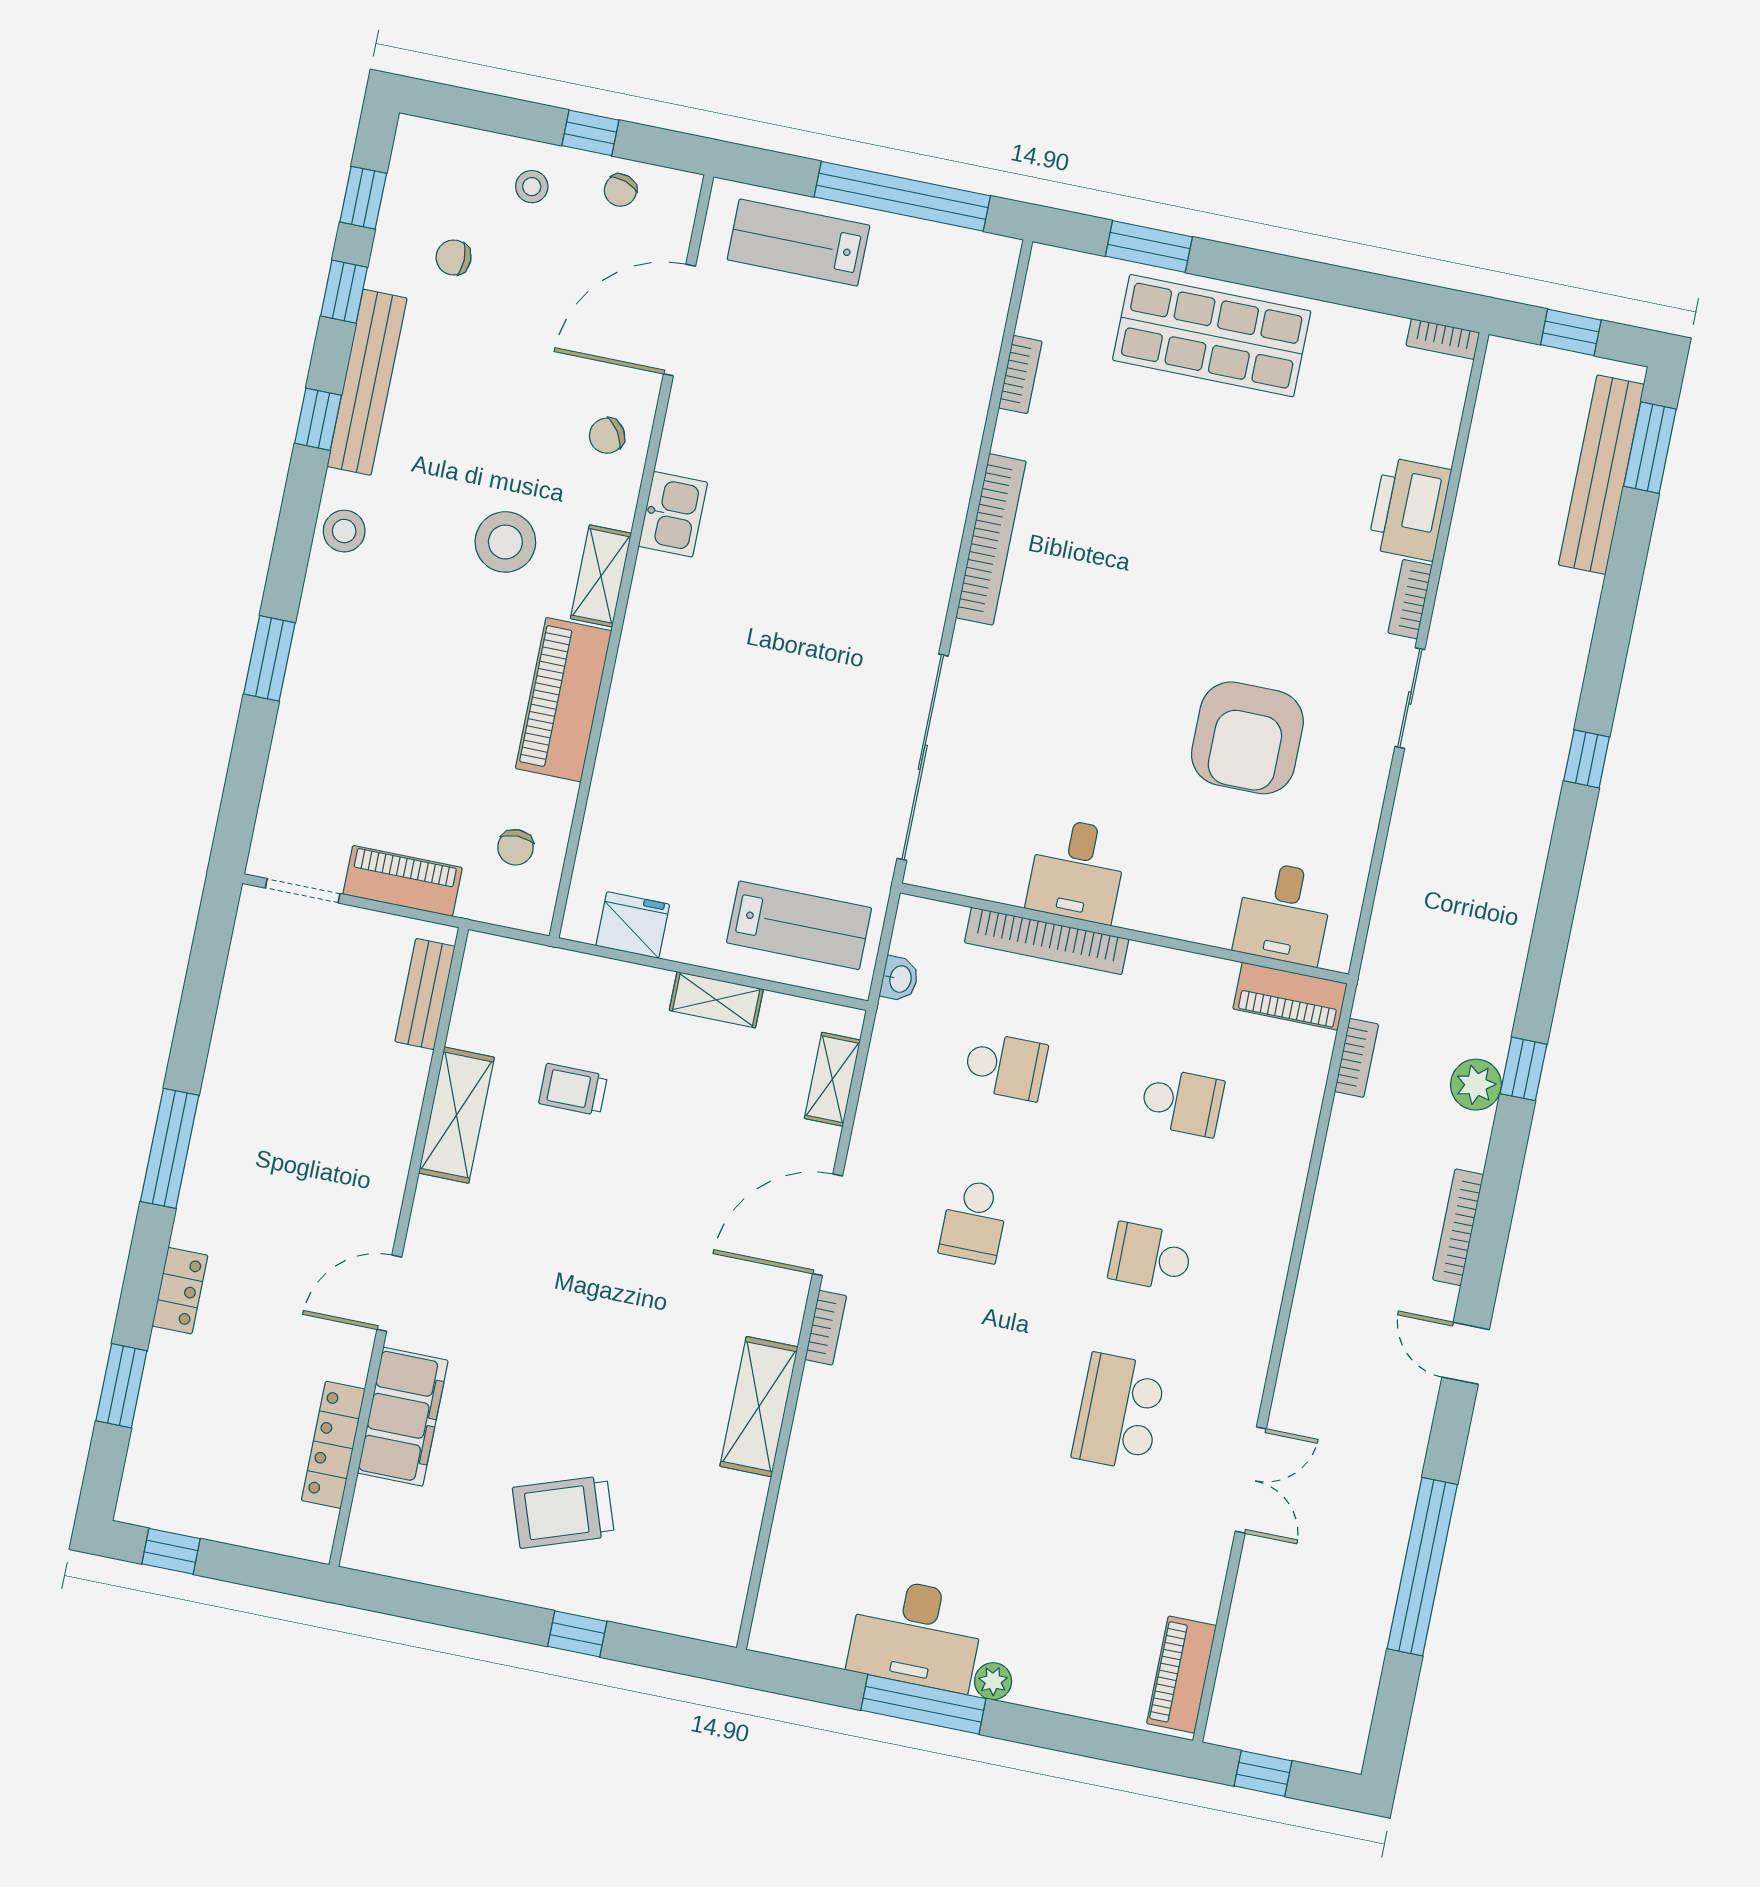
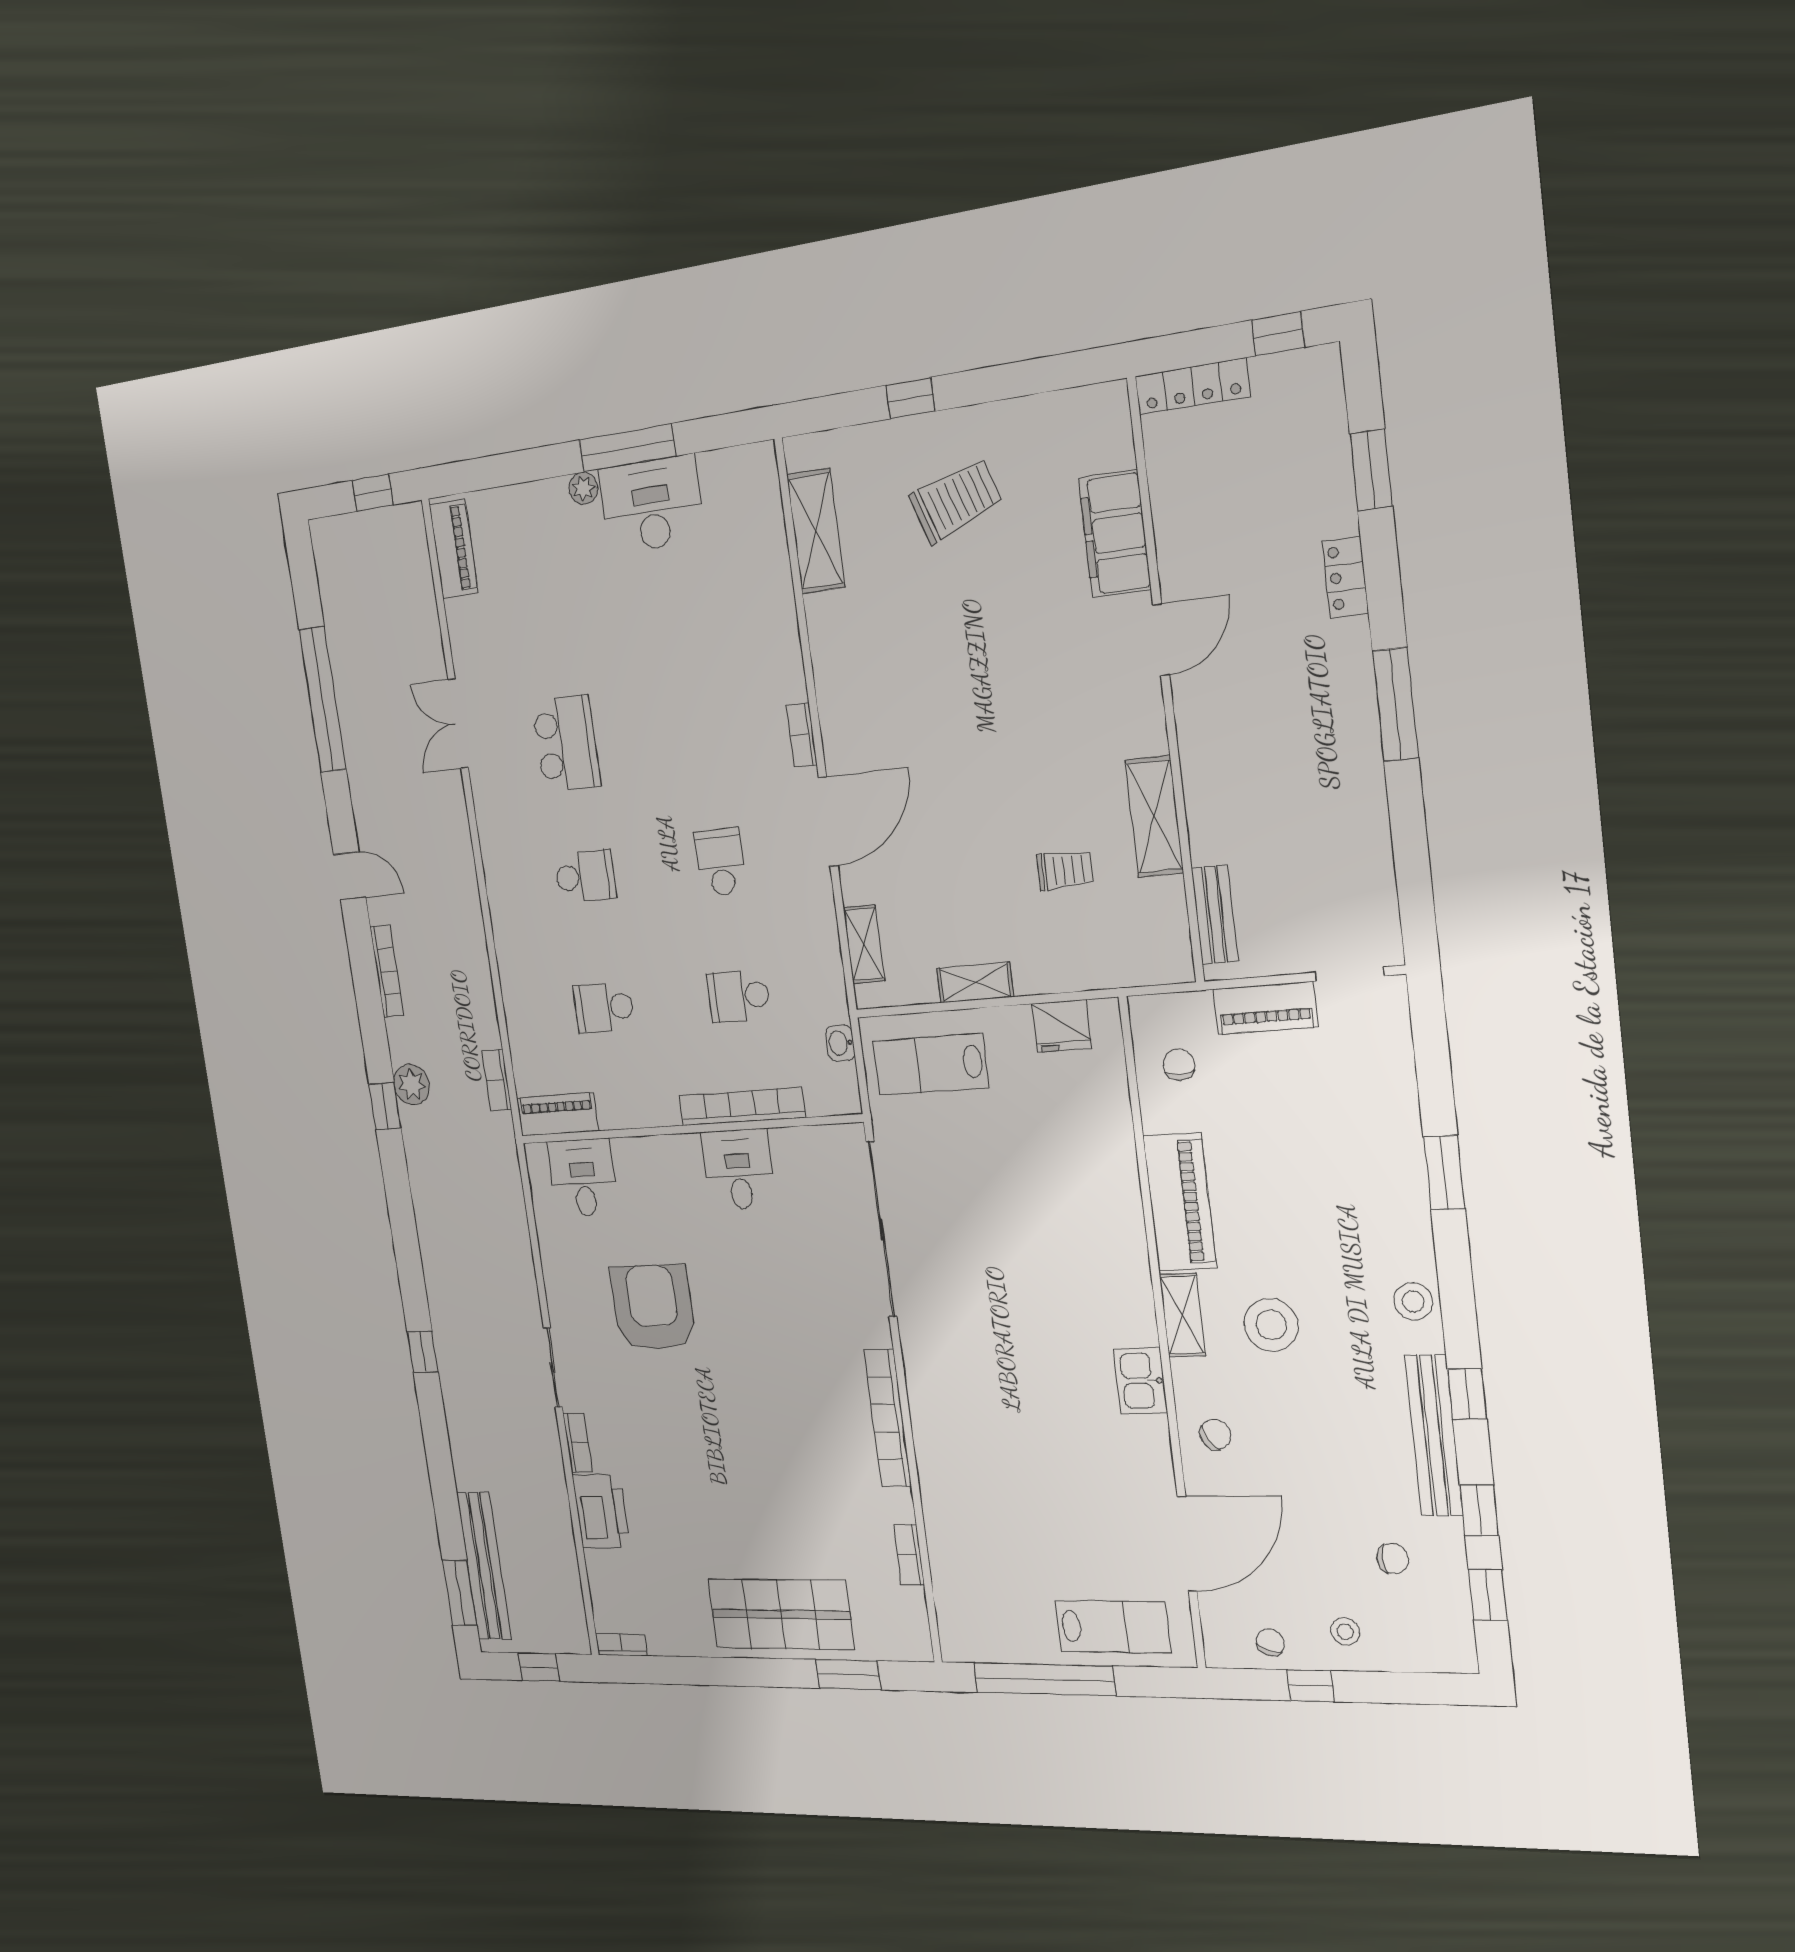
shelving: (759, 1407) -> (816, 531), moved
locker: (333, 1445) -> (1193, 386), moved, turned 90

